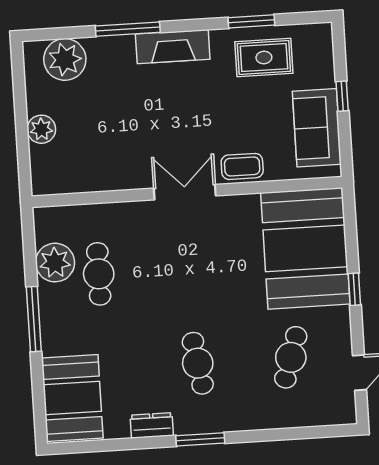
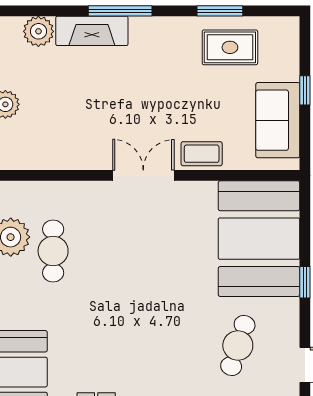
window: (128, 29) -> (120, 11), moved
fireplace: (173, 47) -> (92, 31), moved
plant: (65, 59) -> (38, 31), width x0.73, depth x0.73
cafe table: (198, 363) -> (145, 345), removed

